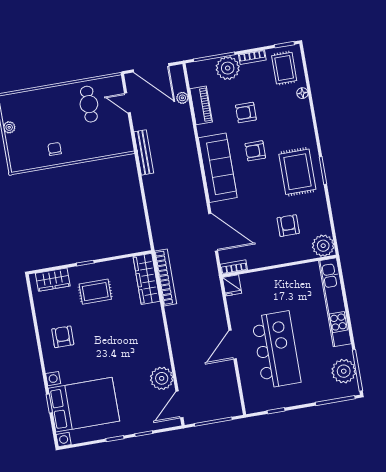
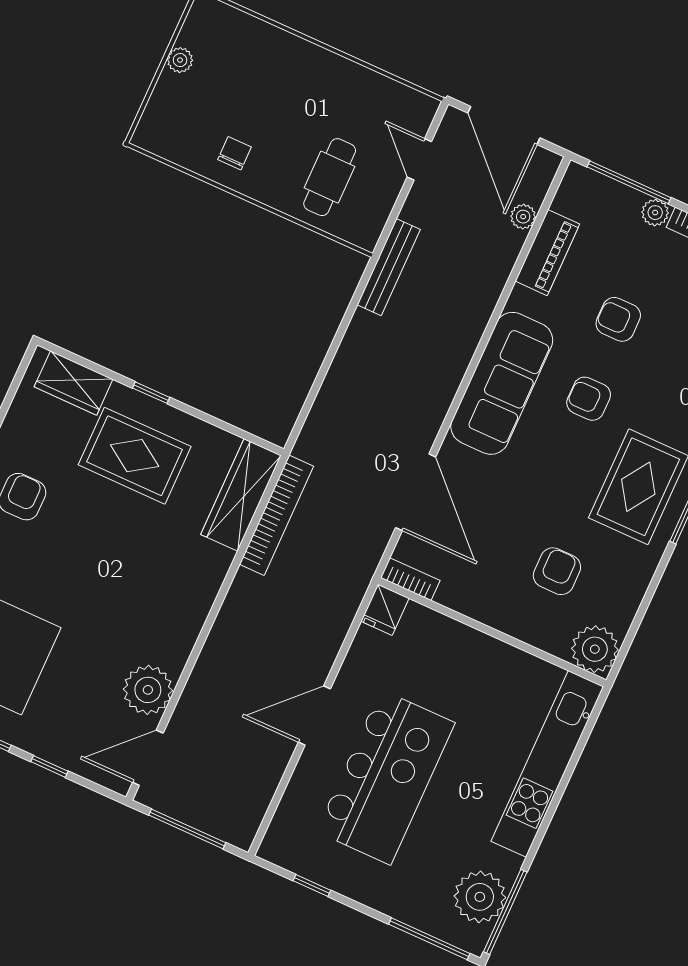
plant: (228, 68) -> (655, 213), width x0.53, depth x0.53
cafe table: (89, 104) -> (330, 177), moved
rug: (95, 292) -> (135, 456), width x1.36, depth x1.43

